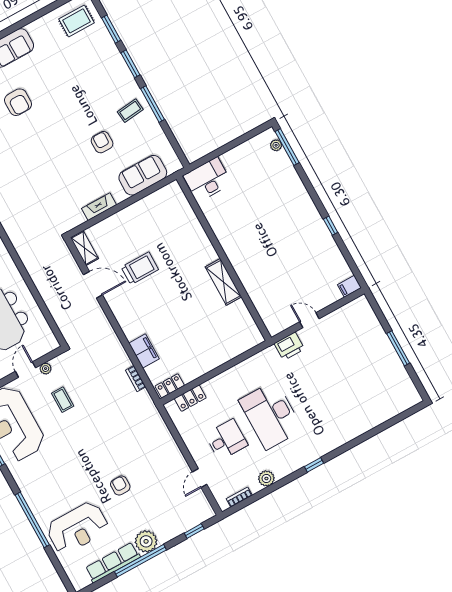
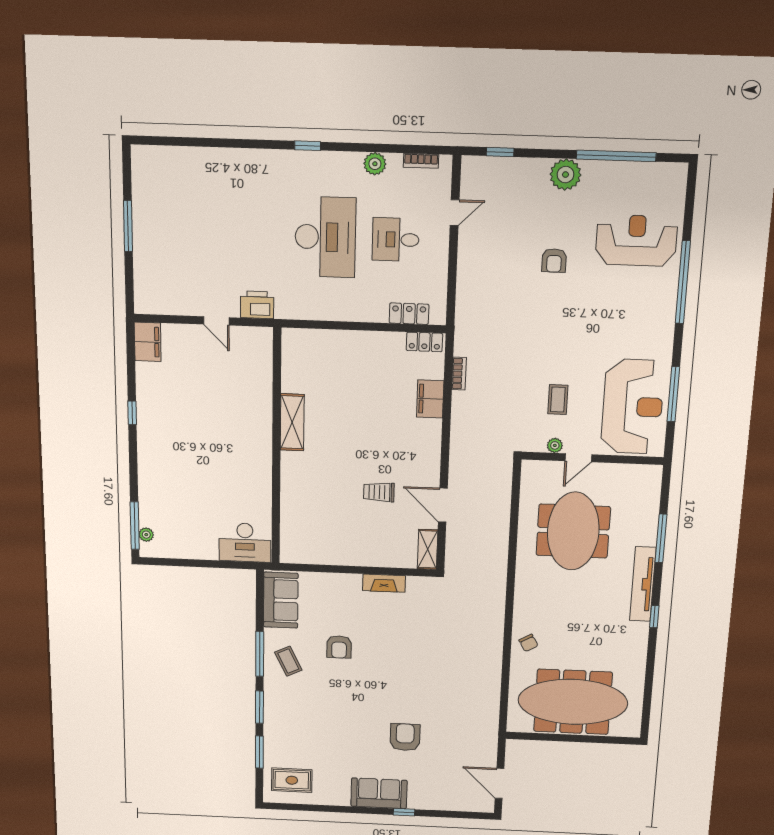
coffee table: (130, 111) -> (288, 661), turned 70
sofa: (143, 175) -> (281, 600), moved, turned -90
trolley: (140, 268) -> (379, 492), width x0.73, depth x0.72
filing cabinet: (349, 286) -> (148, 342), width x2.00
window: (140, 561) -> (616, 156), moved
row of seats: (113, 563) -> (621, 173), removed

